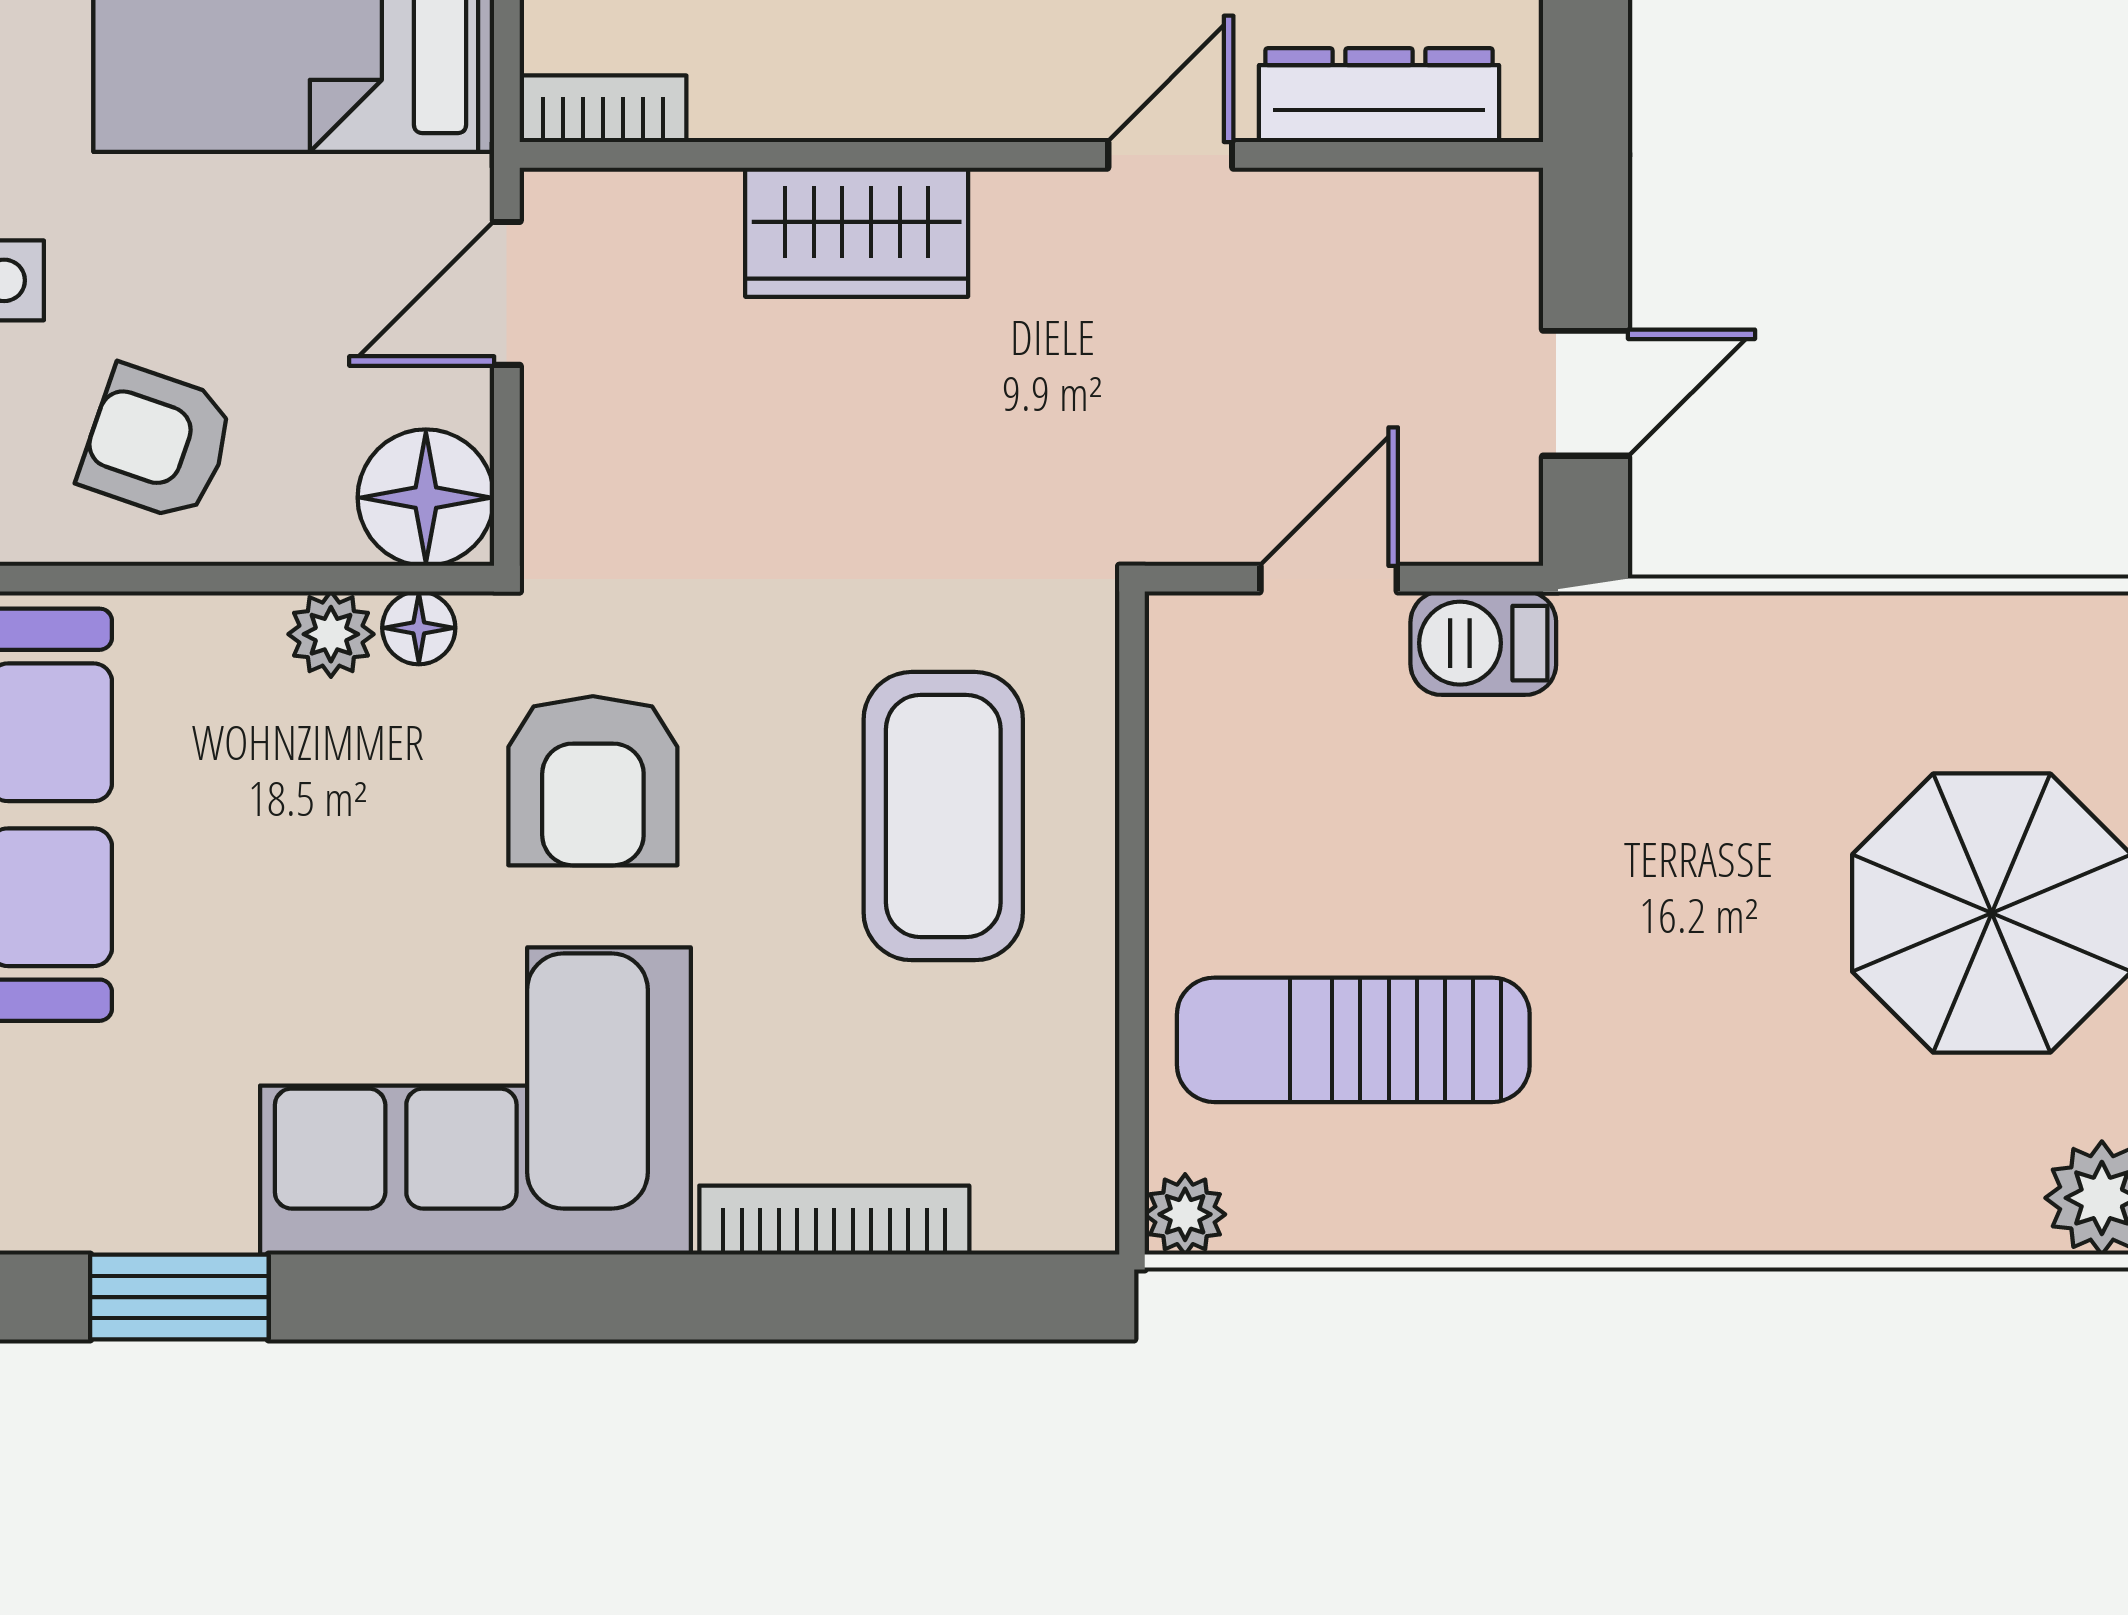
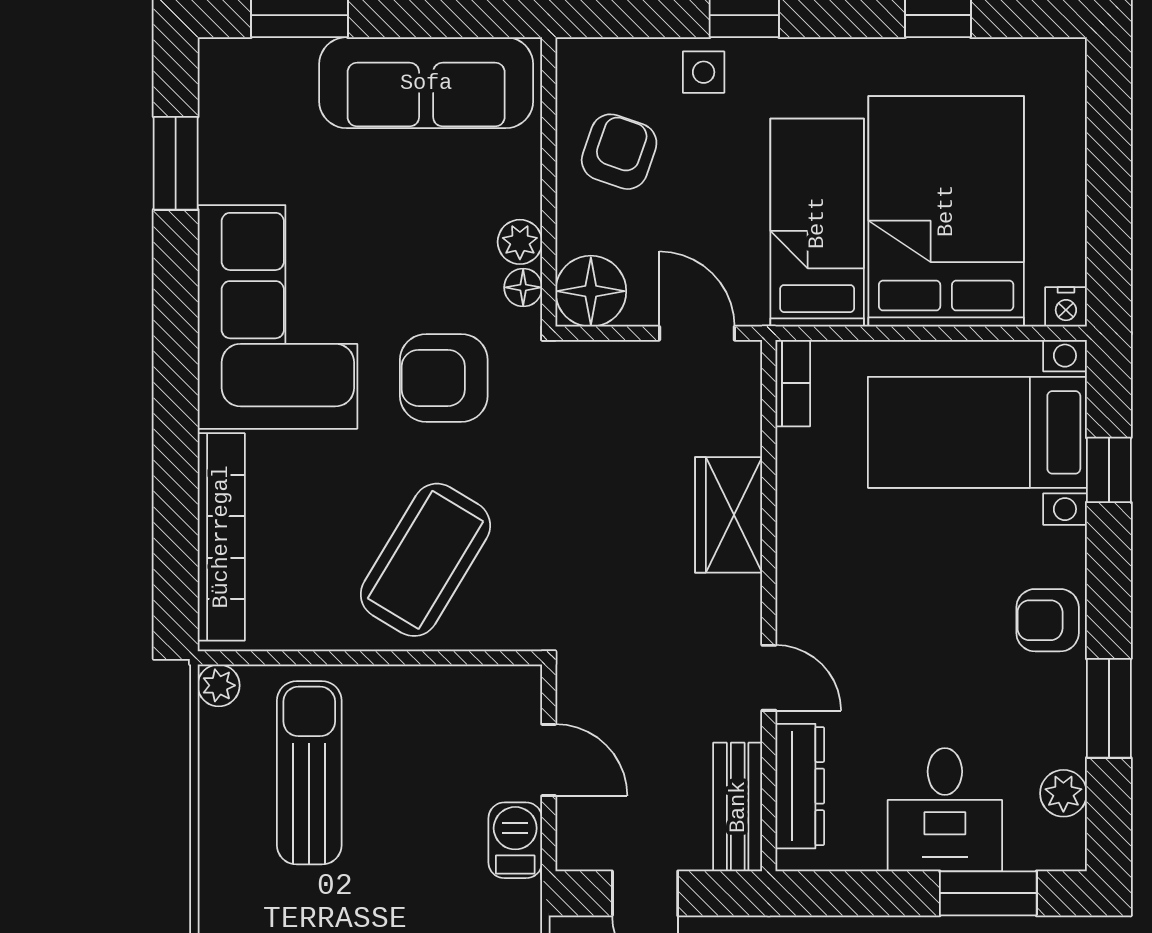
bench: (1419, 215) -> (738, 807), added
coffee table: (943, 816) -> (425, 560), turned -59
bookcase: (834, 1220) -> (221, 537), width x1.48, depth x1.31

